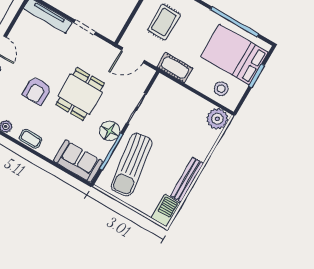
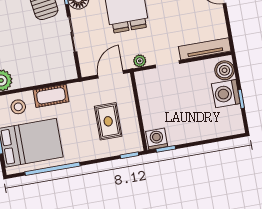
plant: (103, 47) -> (140, 61), added
cot: (175, 68) -> (51, 96), moved

